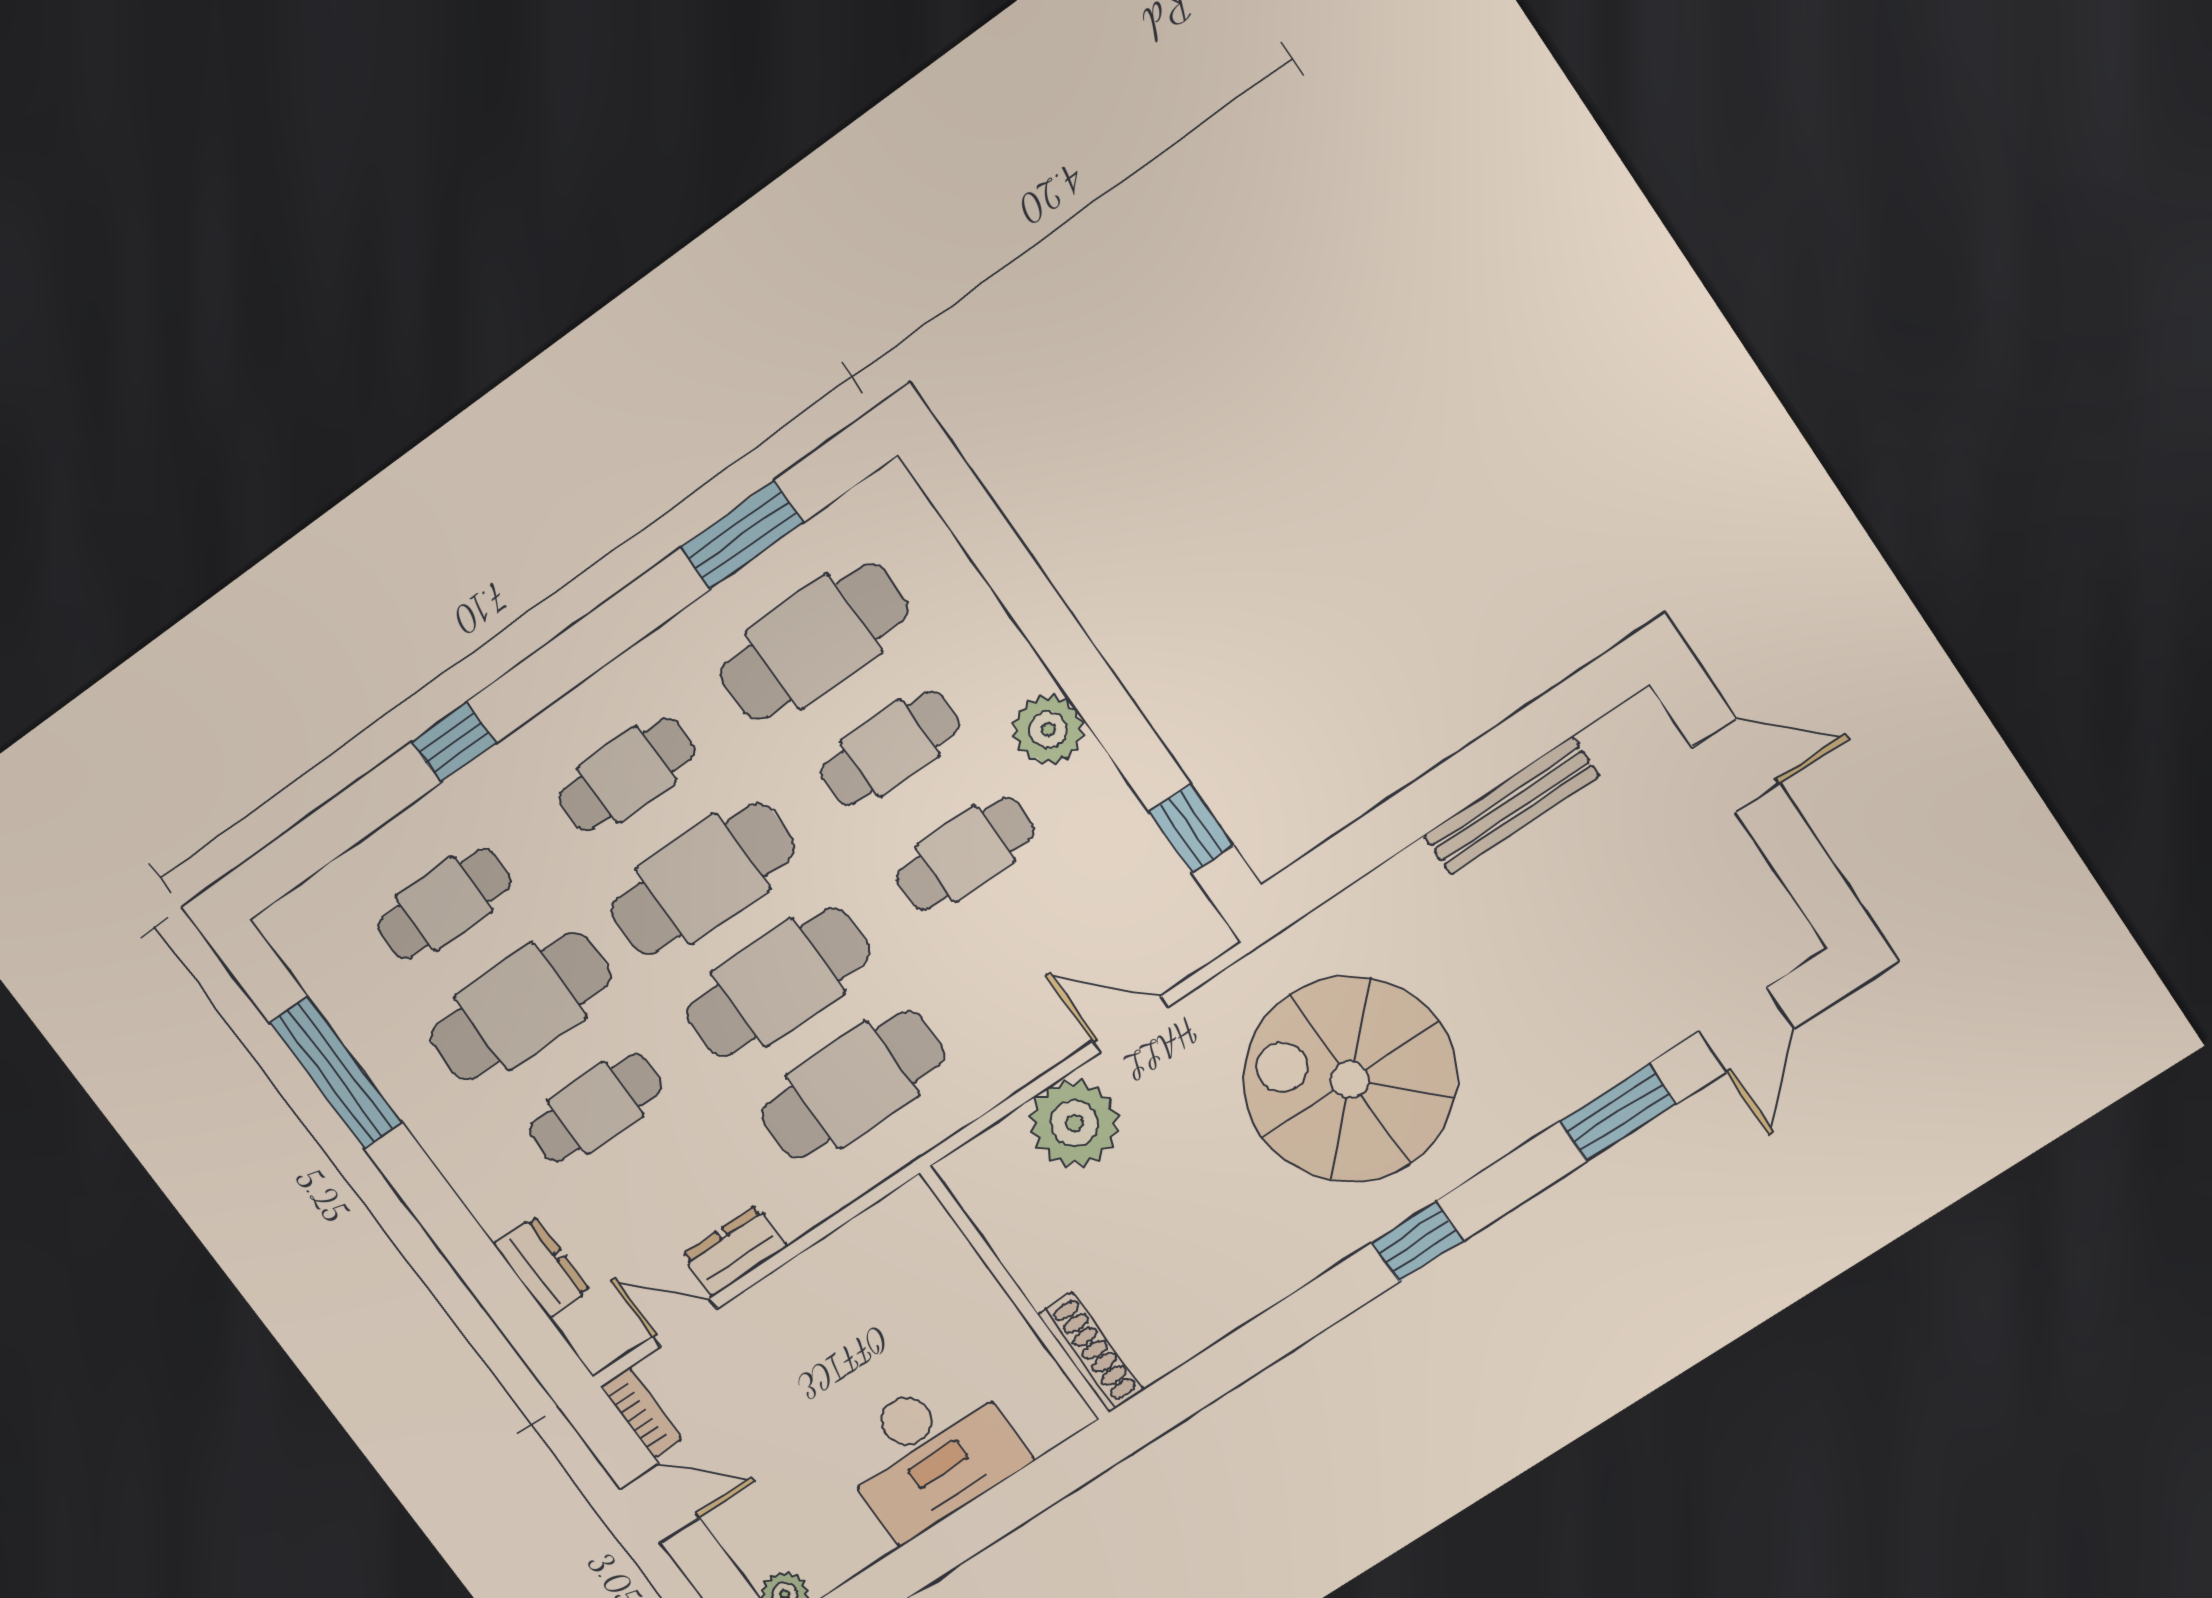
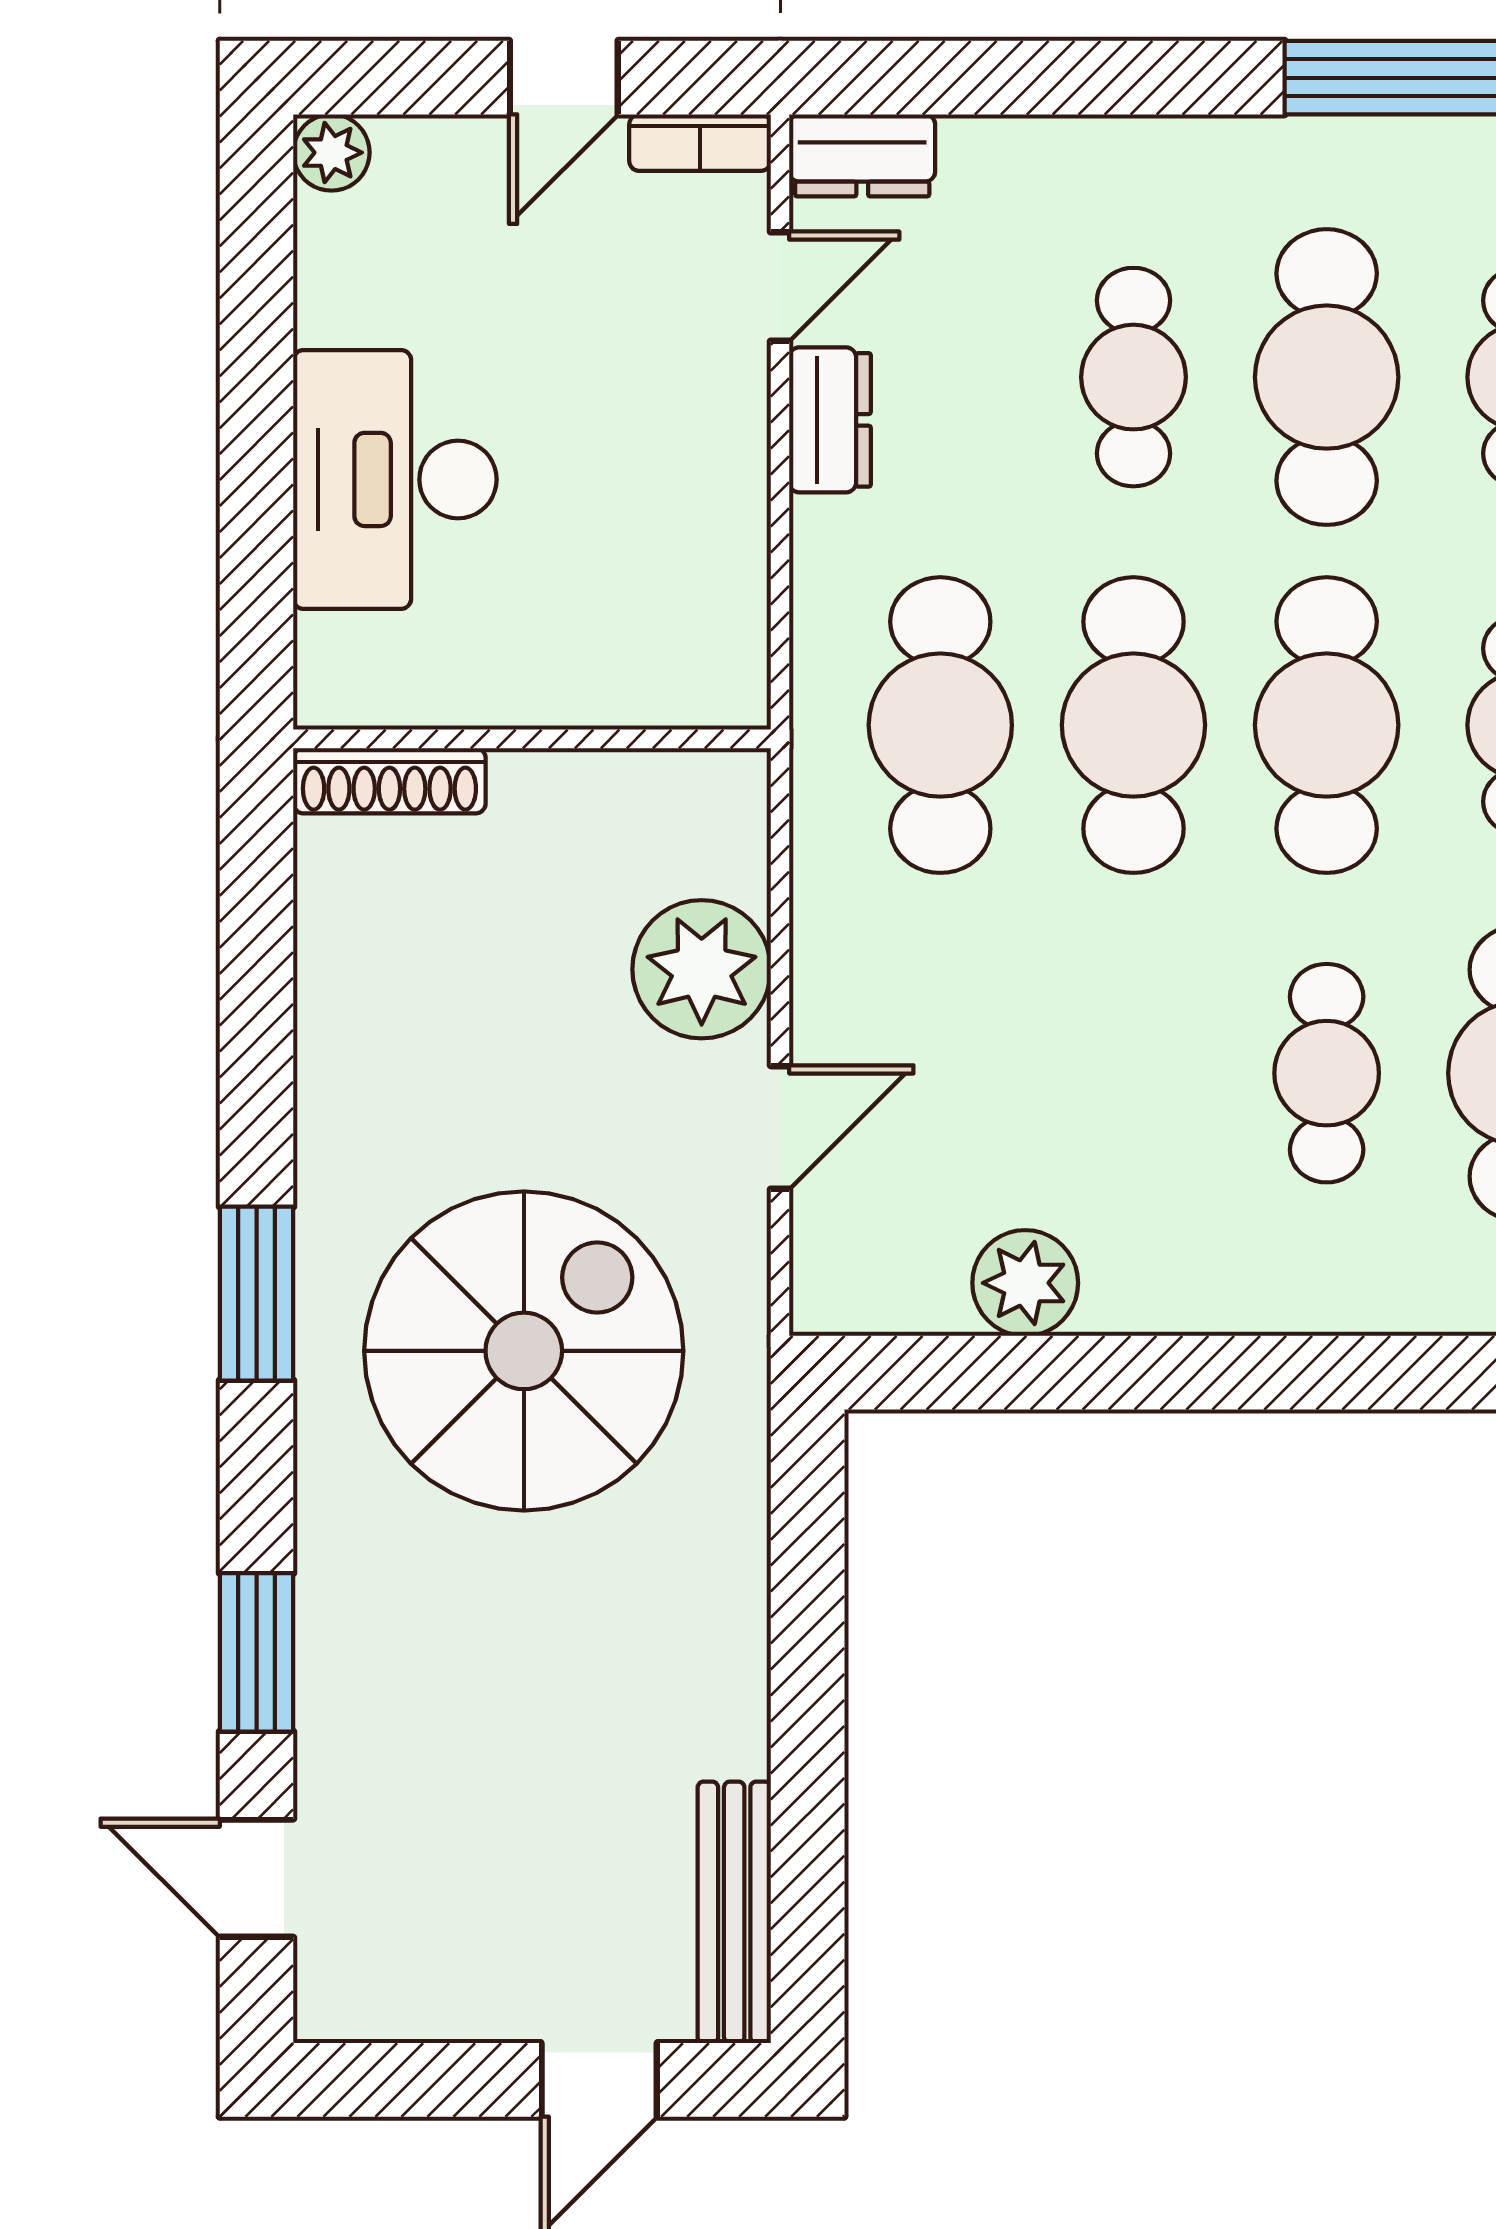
plant: (1048, 730) -> (1025, 1283), moved
bench: (1511, 806) -> (734, 1912), moved
window: (1191, 829) -> (973, 1373), removed
cafe table: (965, 854) -> (1133, 1073), removed
window: (1418, 1242) -> (257, 1294), width x1.50
dresser: (542, 1267) -> (862, 155), moved

